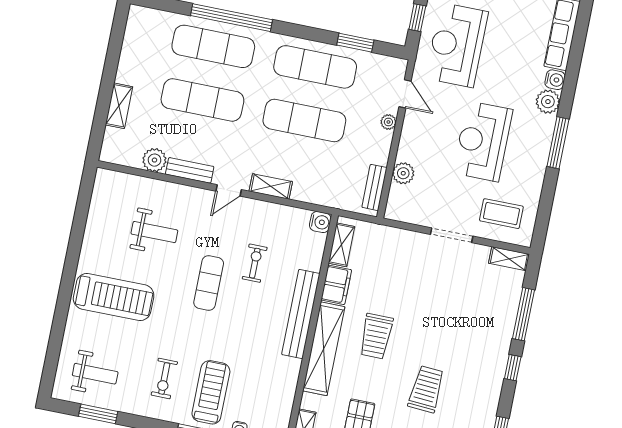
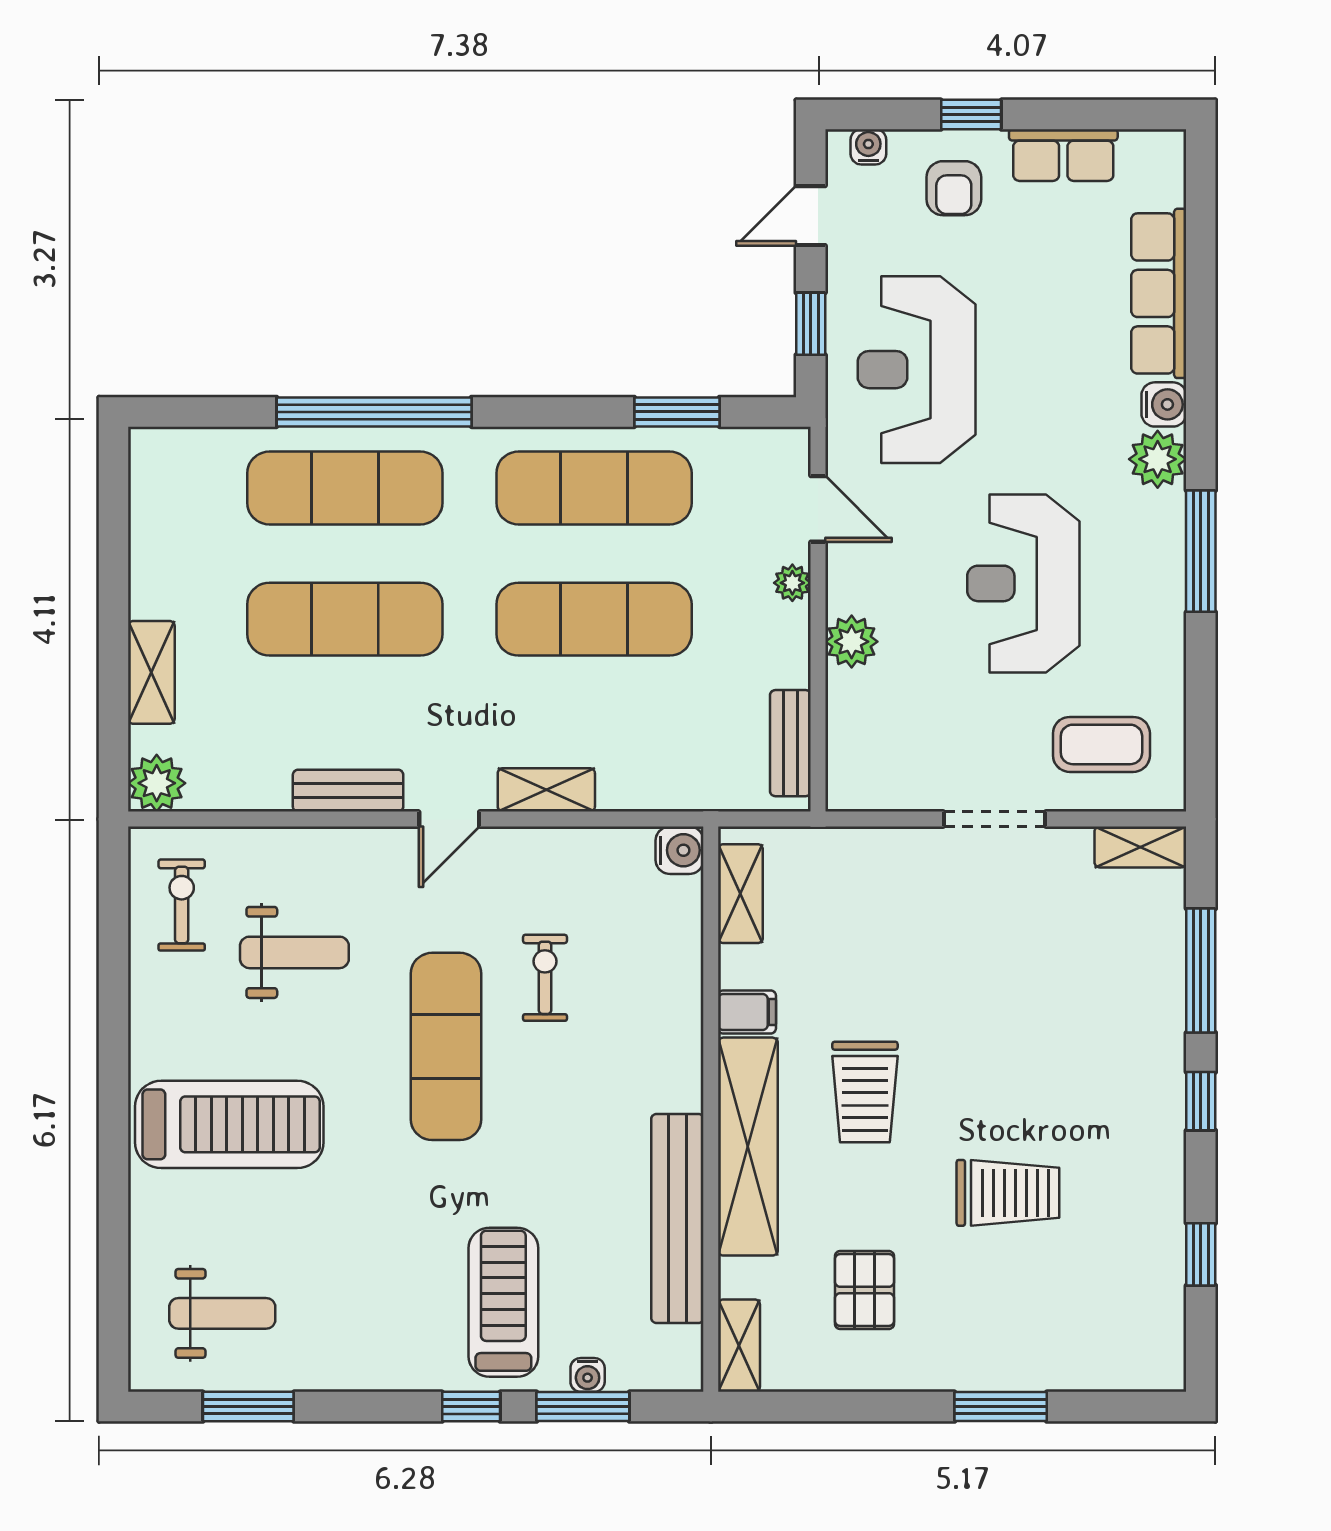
plant: (154, 160) -> (157, 783), moved
plant: (403, 173) -> (852, 642), moved
exercise mat: (209, 283) -> (446, 1046), width x1.36, depth x1.45
filing cabinet: (336, 285) -> (747, 1012), width x0.50
bench: (301, 314) -> (677, 1218), moved
exercise bike: (164, 378) -> (182, 905), moved, turned 180
trolley: (426, 389) -> (1008, 1193), turned 86

